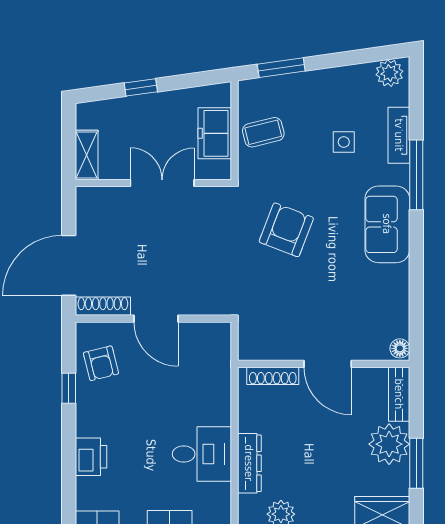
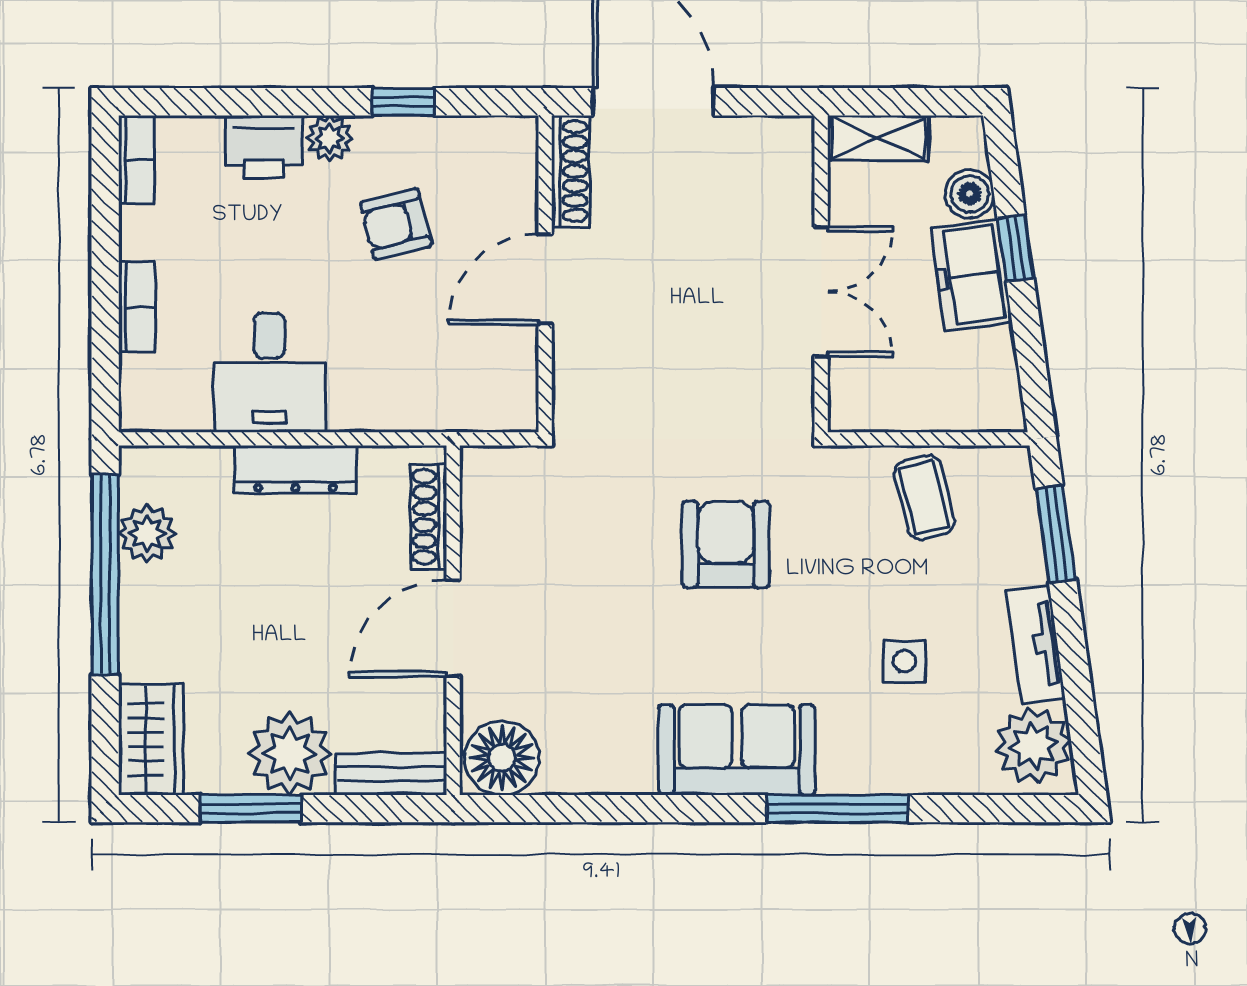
plant: (389, 73) -> (1033, 745), width x1.36, depth x1.36
boiler: (114, 110) -> (970, 194), added
freezer: (215, 133) -> (972, 275), moved, turned -98
tv unit: (399, 135) -> (1036, 644), moved, turned -98
armchair: (286, 230) -> (726, 544), turned -111
floor lamp: (400, 348) -> (502, 758), width x1.89, depth x1.89
armchair: (101, 363) -> (396, 224), moved
plant: (87, 425) -> (330, 138), added
dresser: (249, 463) -> (295, 469), moved

